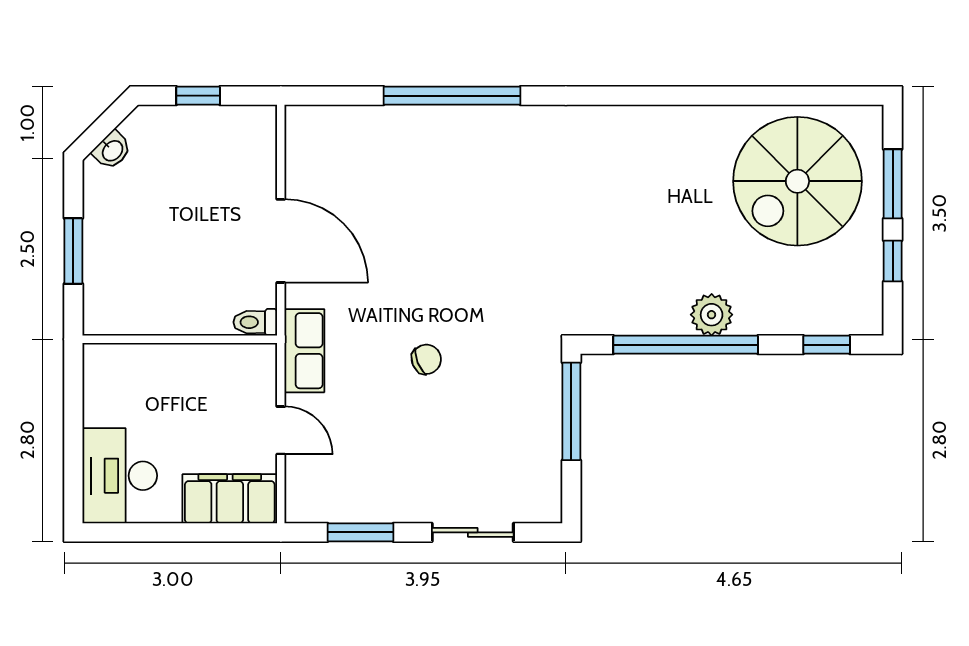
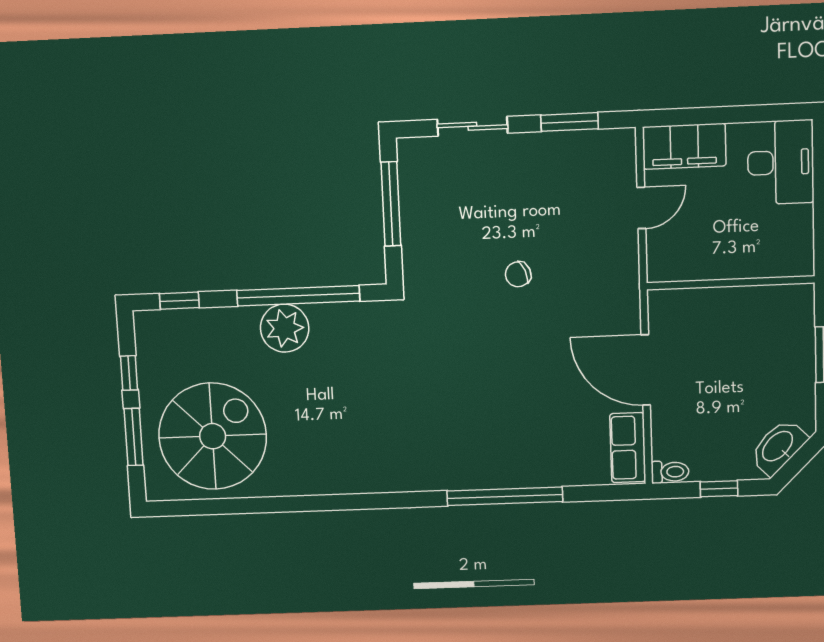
washbasin: (112, 150) -> (778, 447), width x1.91, depth x1.45
plant: (712, 315) -> (285, 328), width x1.36, depth x1.36
toilet: (255, 322) -> (670, 472), moved
row of seats: (304, 351) -> (628, 448), moved
window: (571, 411) -> (391, 204), moved
door: (281, 430) -> (641, 208), swing flipped

